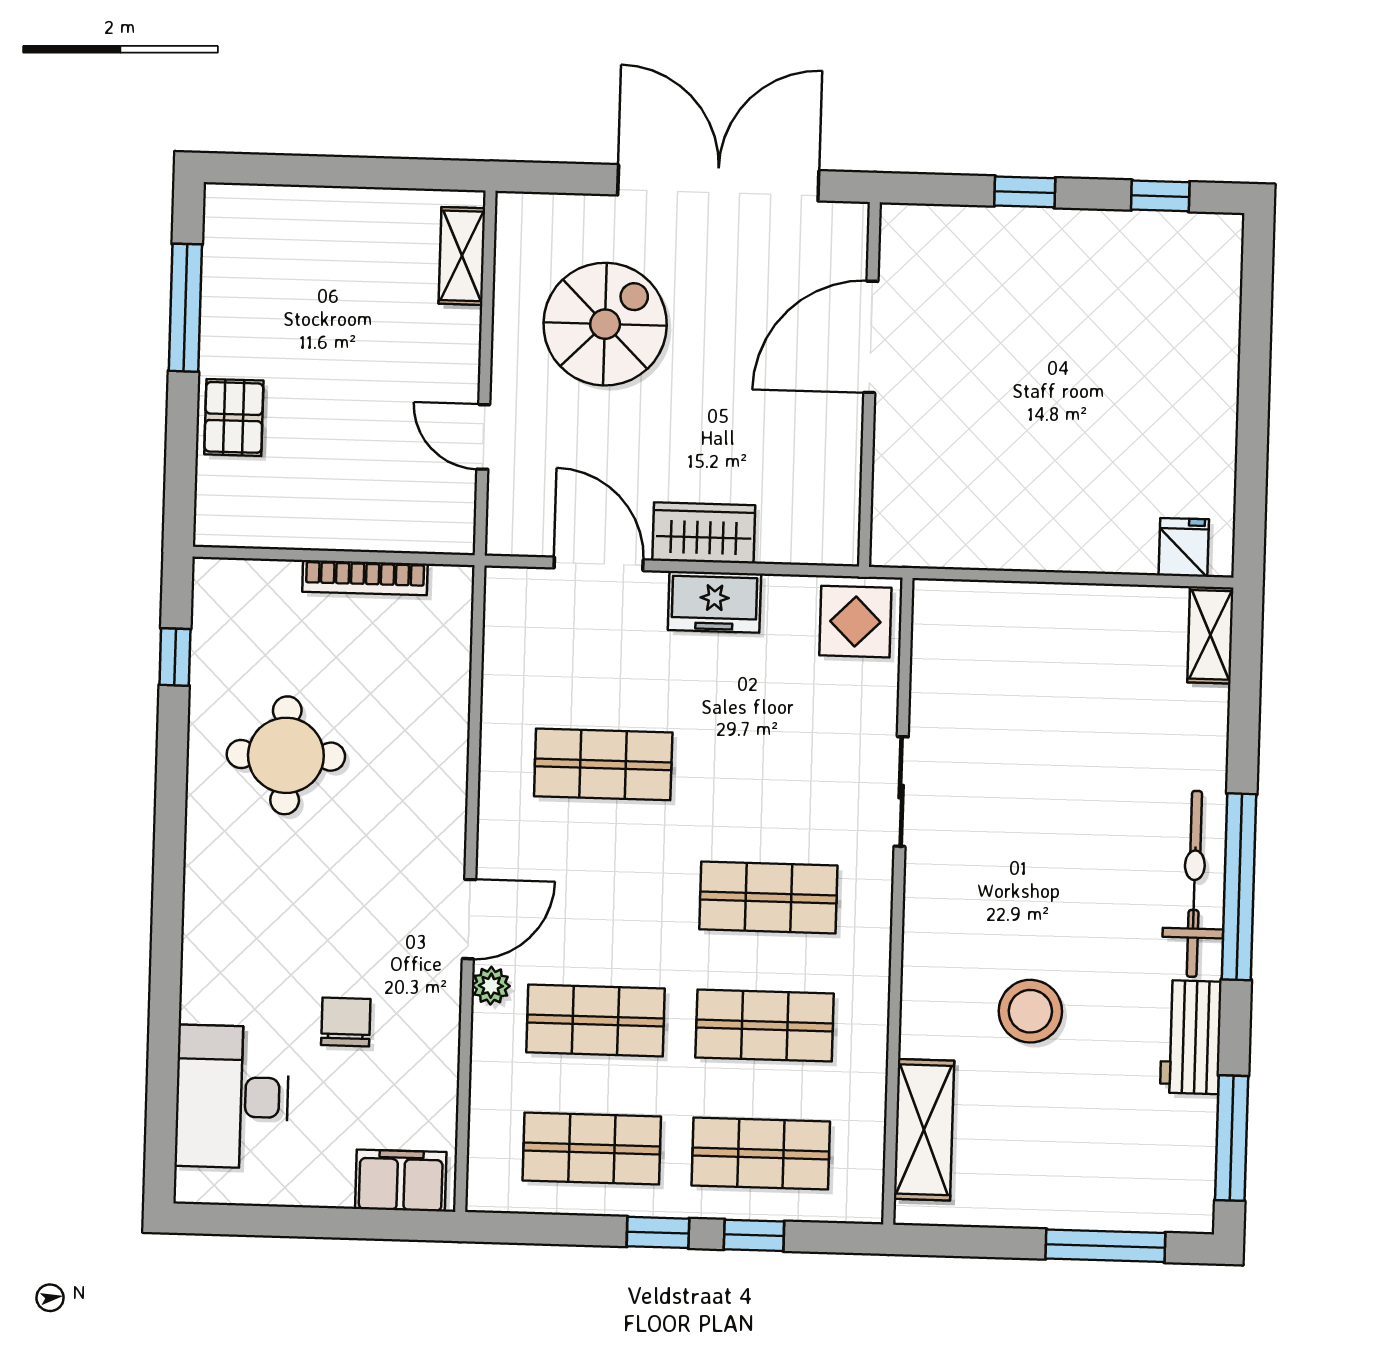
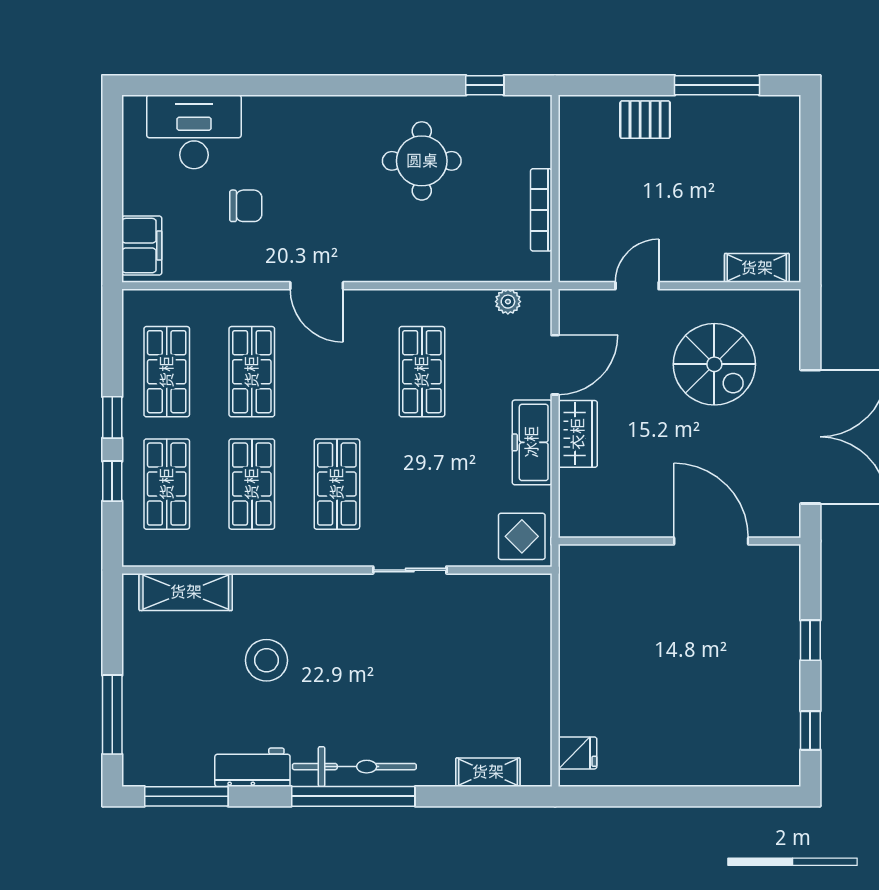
freezer: (714, 602) -> (532, 442), width x1.40
shelving: (1210, 635) -> (488, 772), moved
plant: (491, 986) -> (508, 302), moved

